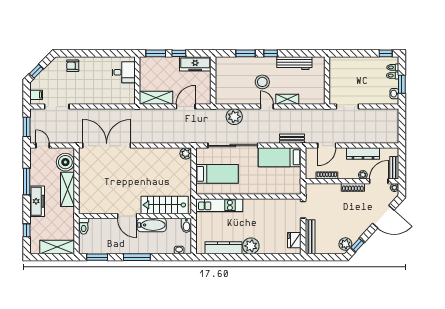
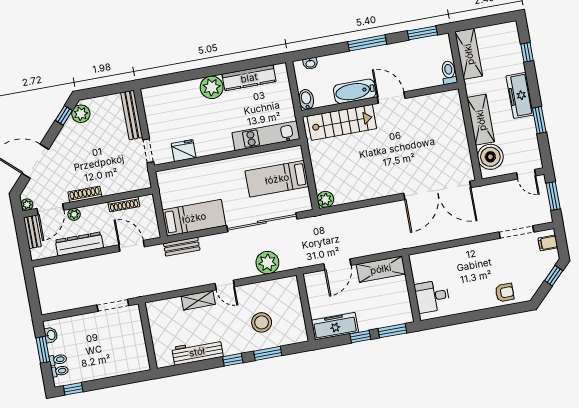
stool: (262, 82) -> (262, 322), moved
door: (327, 146) -> (132, 246), hinge flipped
window: (27, 182) -> (539, 120), width x0.69
fridge: (294, 240) -> (184, 151), moved, turned -90
shelving: (57, 247) -> (469, 54), moved, turned 90

